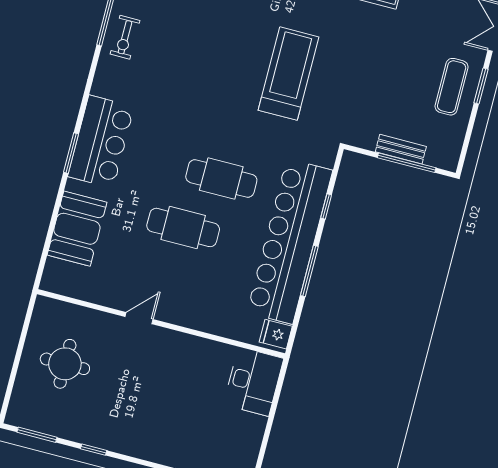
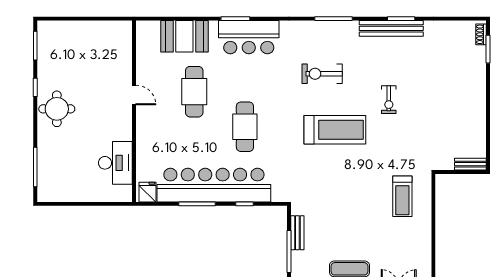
exercise bike: (125, 37) -> (322, 74), moved, width x1.38, depth x1.39
treadmill: (289, 74) -> (335, 130), moved
bench: (401, 149) -> (297, 233), moved
cafe table: (183, 227) -> (194, 92), moved
round table: (65, 364) -> (57, 109), moved
desk: (253, 382) -> (115, 163), moved, turned -90

